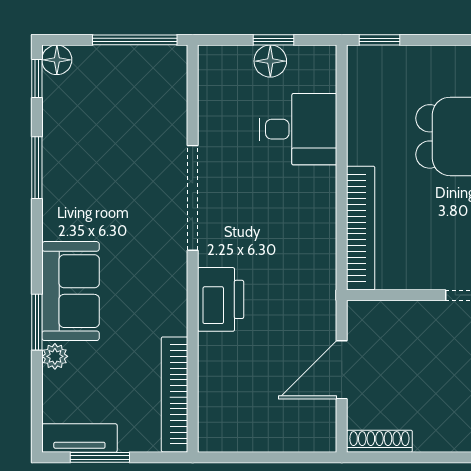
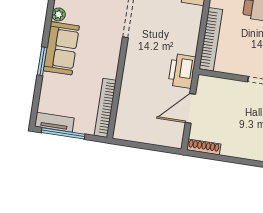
printer: (221, 299) -> (182, 71), moved, turned 180
plant: (55, 356) -> (59, 14), moved
window: (100, 457) -> (63, 133), width x1.44

